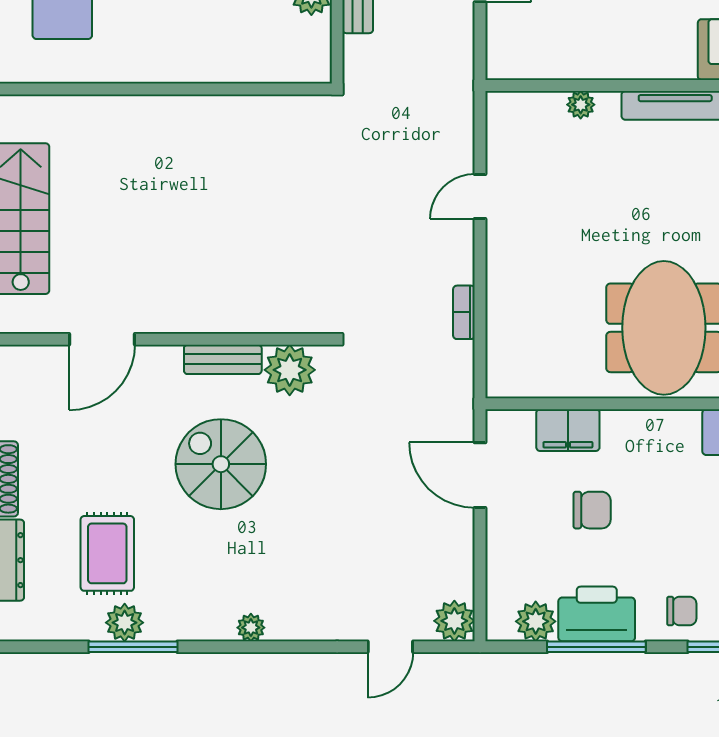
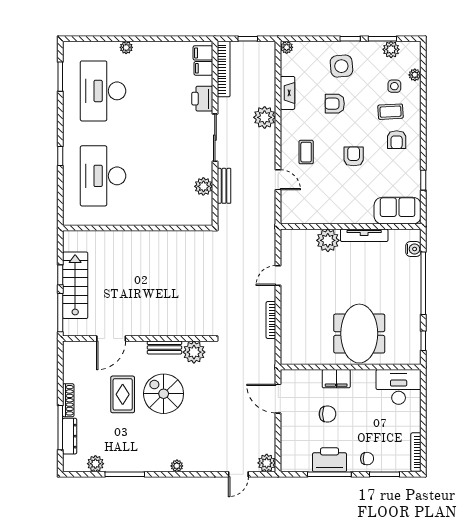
plant: (581, 105) -> (328, 240), width x1.88, depth x1.88
bookcase: (464, 312) -> (271, 320), width x1.56
filing cabinet: (568, 430) -> (336, 379), moved
rug: (107, 553) -> (123, 394), moved
plant: (536, 621) -> (303, 463), removed
plant: (125, 623) -> (95, 464), moved

